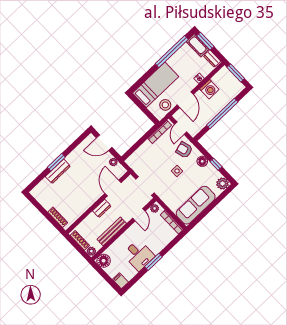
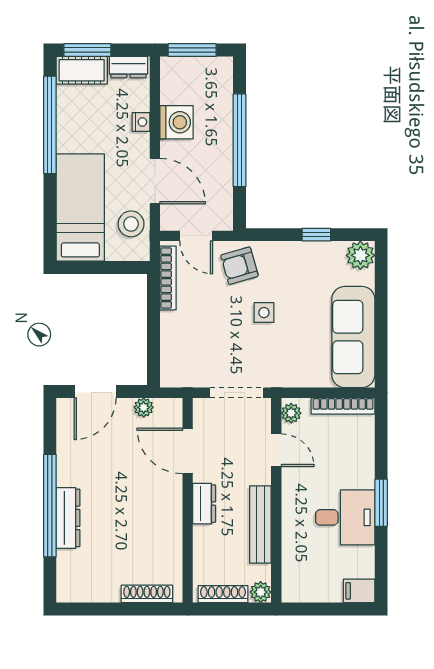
floor lamp: (202, 161) -> (289, 253), removed
window: (56, 162) -> (50, 506), width x2.11
floor lamp: (104, 261) -> (297, 587), removed

